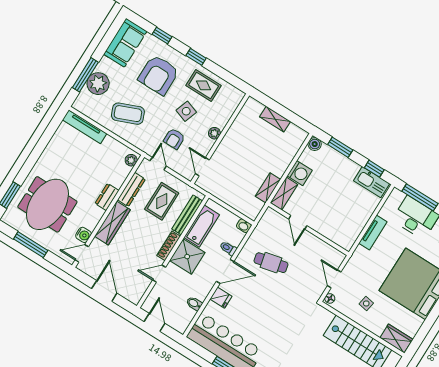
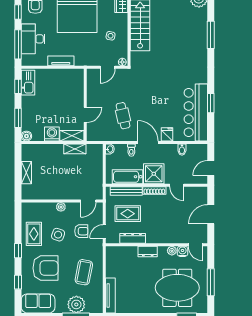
coffee table: (128, 114) -> (84, 272), turned 33
plant: (131, 160) -> (172, 251), moved
wardrobe: (112, 223) -> (163, 237), removed

